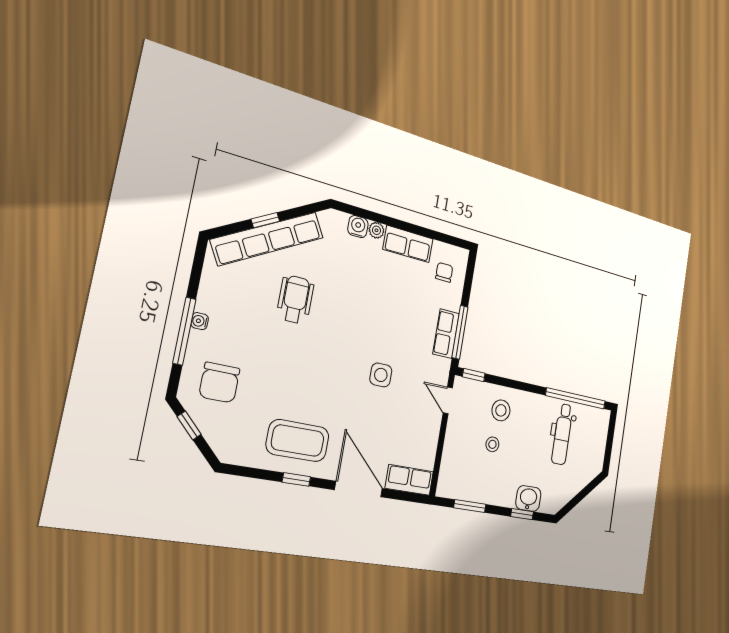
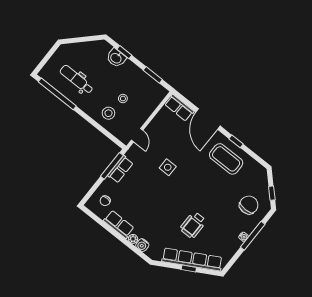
window: (474, 375) -> (115, 140), removed
dental chair: (562, 434) -> (77, 79), turned -90

